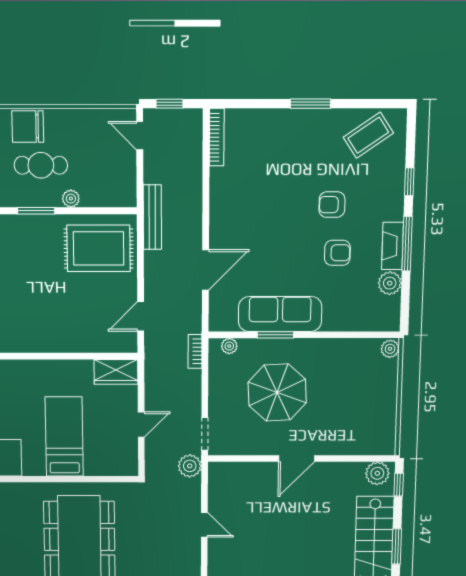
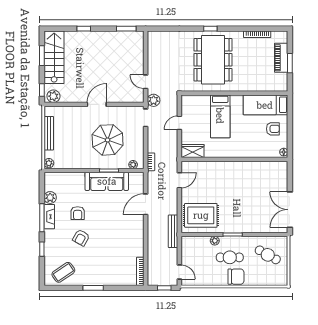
armchair: (332, 205) -> (81, 238), turned 119
armchair: (337, 253) -> (78, 213), turned -90
bench: (388, 405) -> (49, 133), added
door: (204, 525) -> (146, 82), moved

